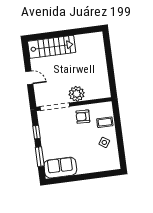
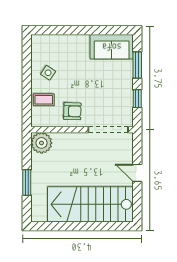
stairs: (52, 47) -> (90, 204), width x1.36, depth x1.51
window: (109, 60) -> (27, 182), added
plant: (77, 94) -> (42, 143), moved

